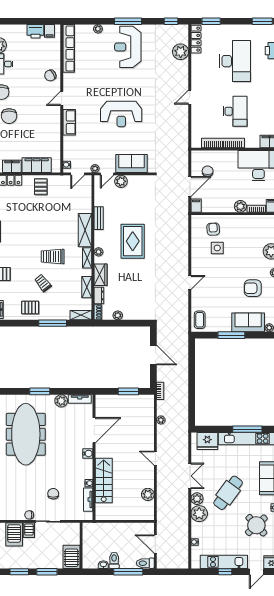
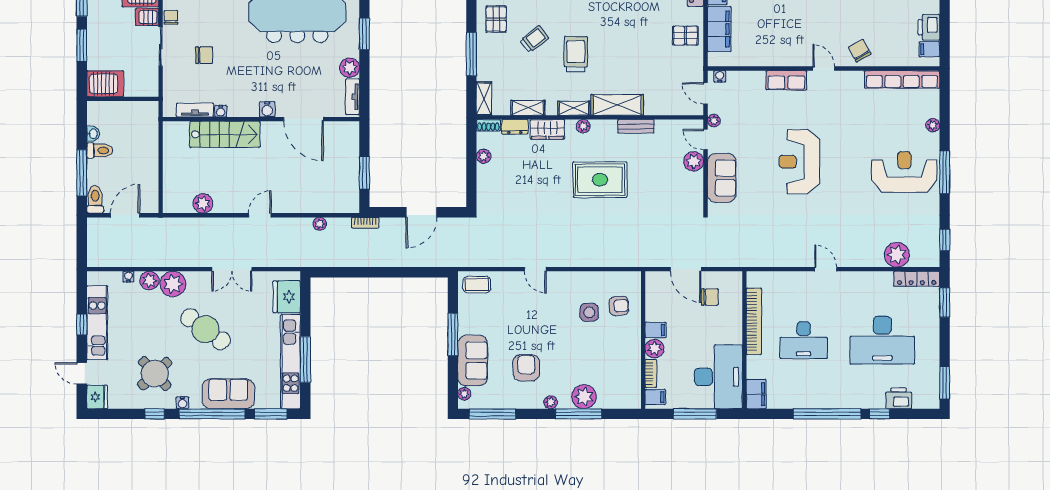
filing cabinet: (196, 206) -> (656, 330), moved
plant: (197, 499) -> (149, 281), moved

